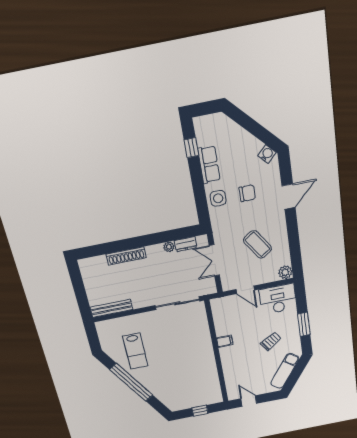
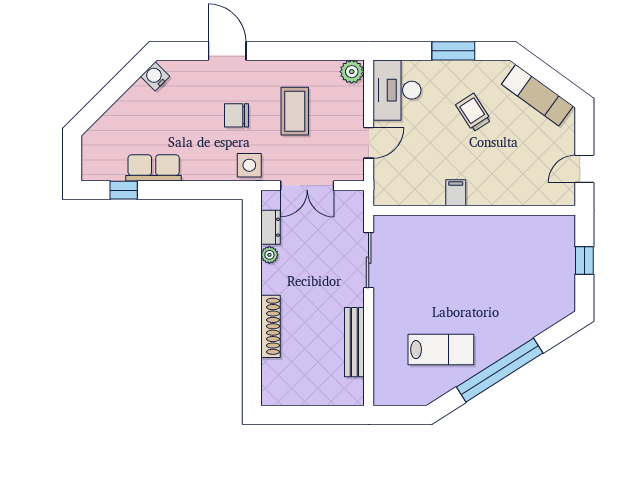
chair: (247, 193) -> (237, 115), moved, turned -90
side table: (218, 198) -> (249, 165), moved
coffee table: (258, 244) -> (295, 111), turned -56
sliding door: (178, 303) -> (369, 260), width x0.73
bench: (111, 308) -> (354, 342), moved

